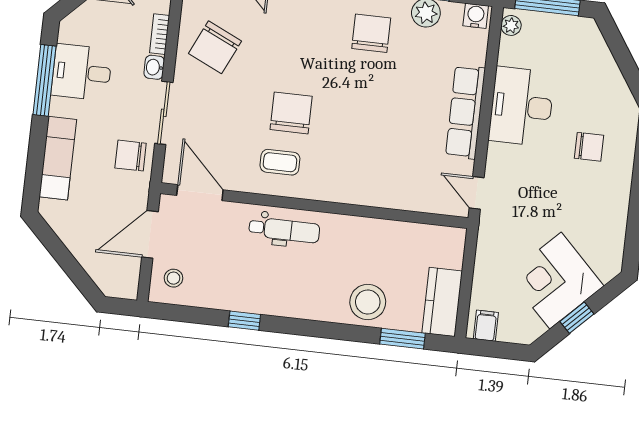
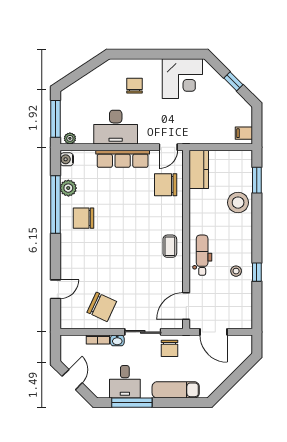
chair: (291, 113) -> (166, 185), moved
coffee table: (280, 162) -> (170, 246), moved
stool: (173, 278) -> (236, 271), moved
corner desk: (556, 281) -> (182, 79), moved, turned -45
kitchen counter: (442, 302) -> (199, 169), moved, turned -90

